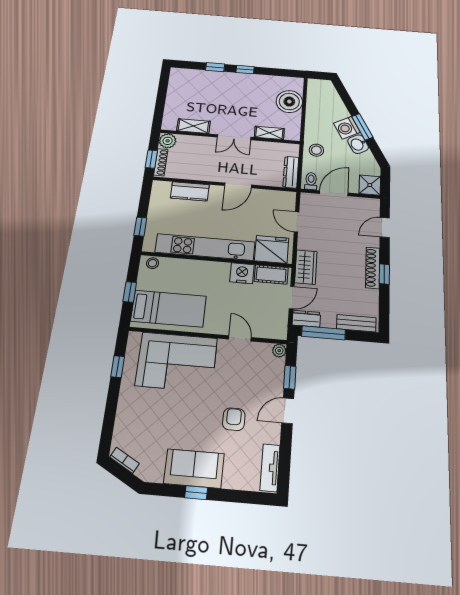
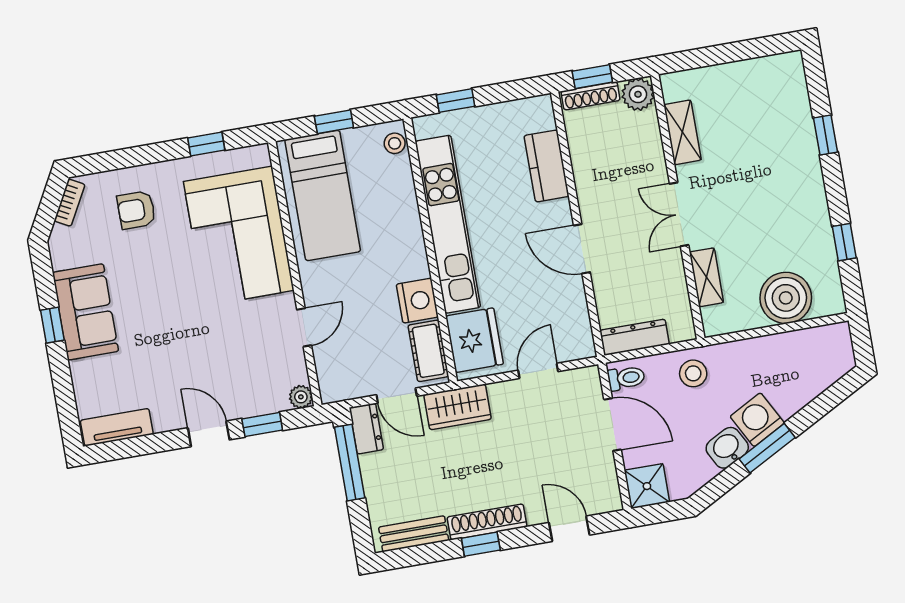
window: (245, 70) -> (844, 242), moved
bench: (356, 323) -> (414, 534), moved, turned 90
armchair: (234, 419) -> (136, 210), moved, turned 180

